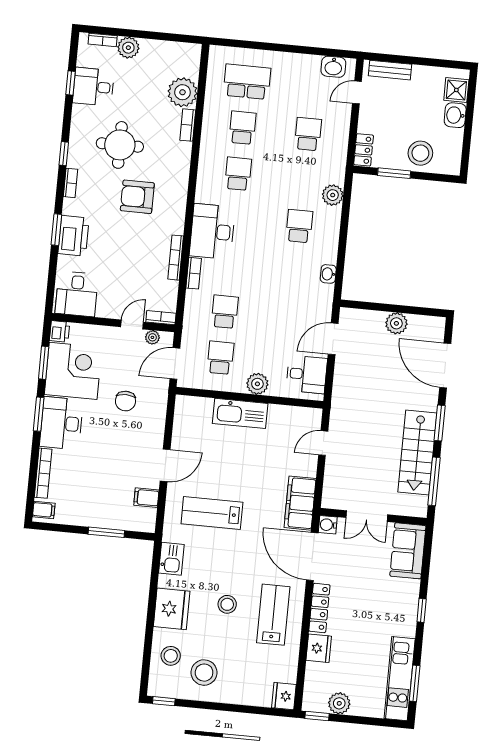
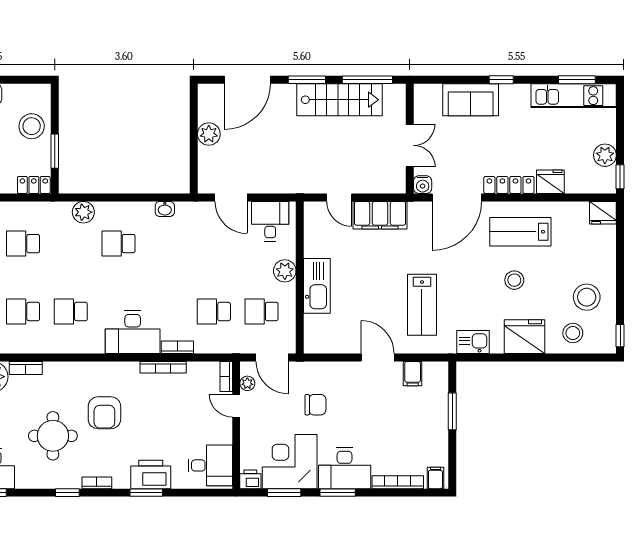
filing cabinet: (300, 503) -> (380, 215), moved
sofa: (408, 551) -> (471, 100), moved

